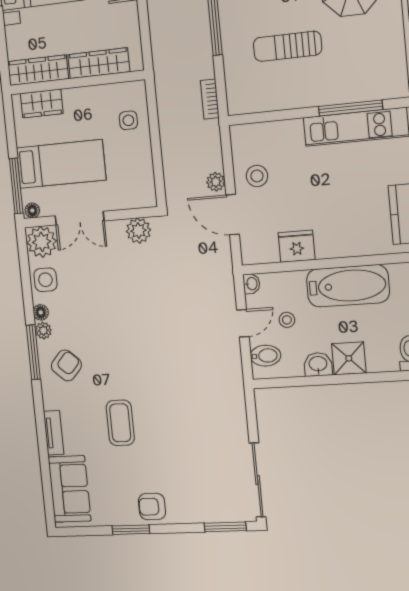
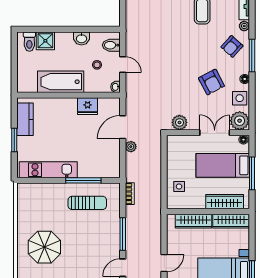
sun lounger: (288, 46) -> (87, 203), moved
wardrobe: (42, 103) -> (225, 202), width x1.50
window: (351, 108) -> (83, 180), moved
stool: (257, 176) -> (107, 148), removed
window: (16, 186) -> (252, 173), moved
door: (233, 215) -> (123, 127), swing flipped
armchair: (93, 304) -> (211, 82), added
door: (243, 323) -> (123, 65), swing flipped
plant: (43, 330) -> (244, 26), moved
shower: (349, 358) -> (45, 41), moved

